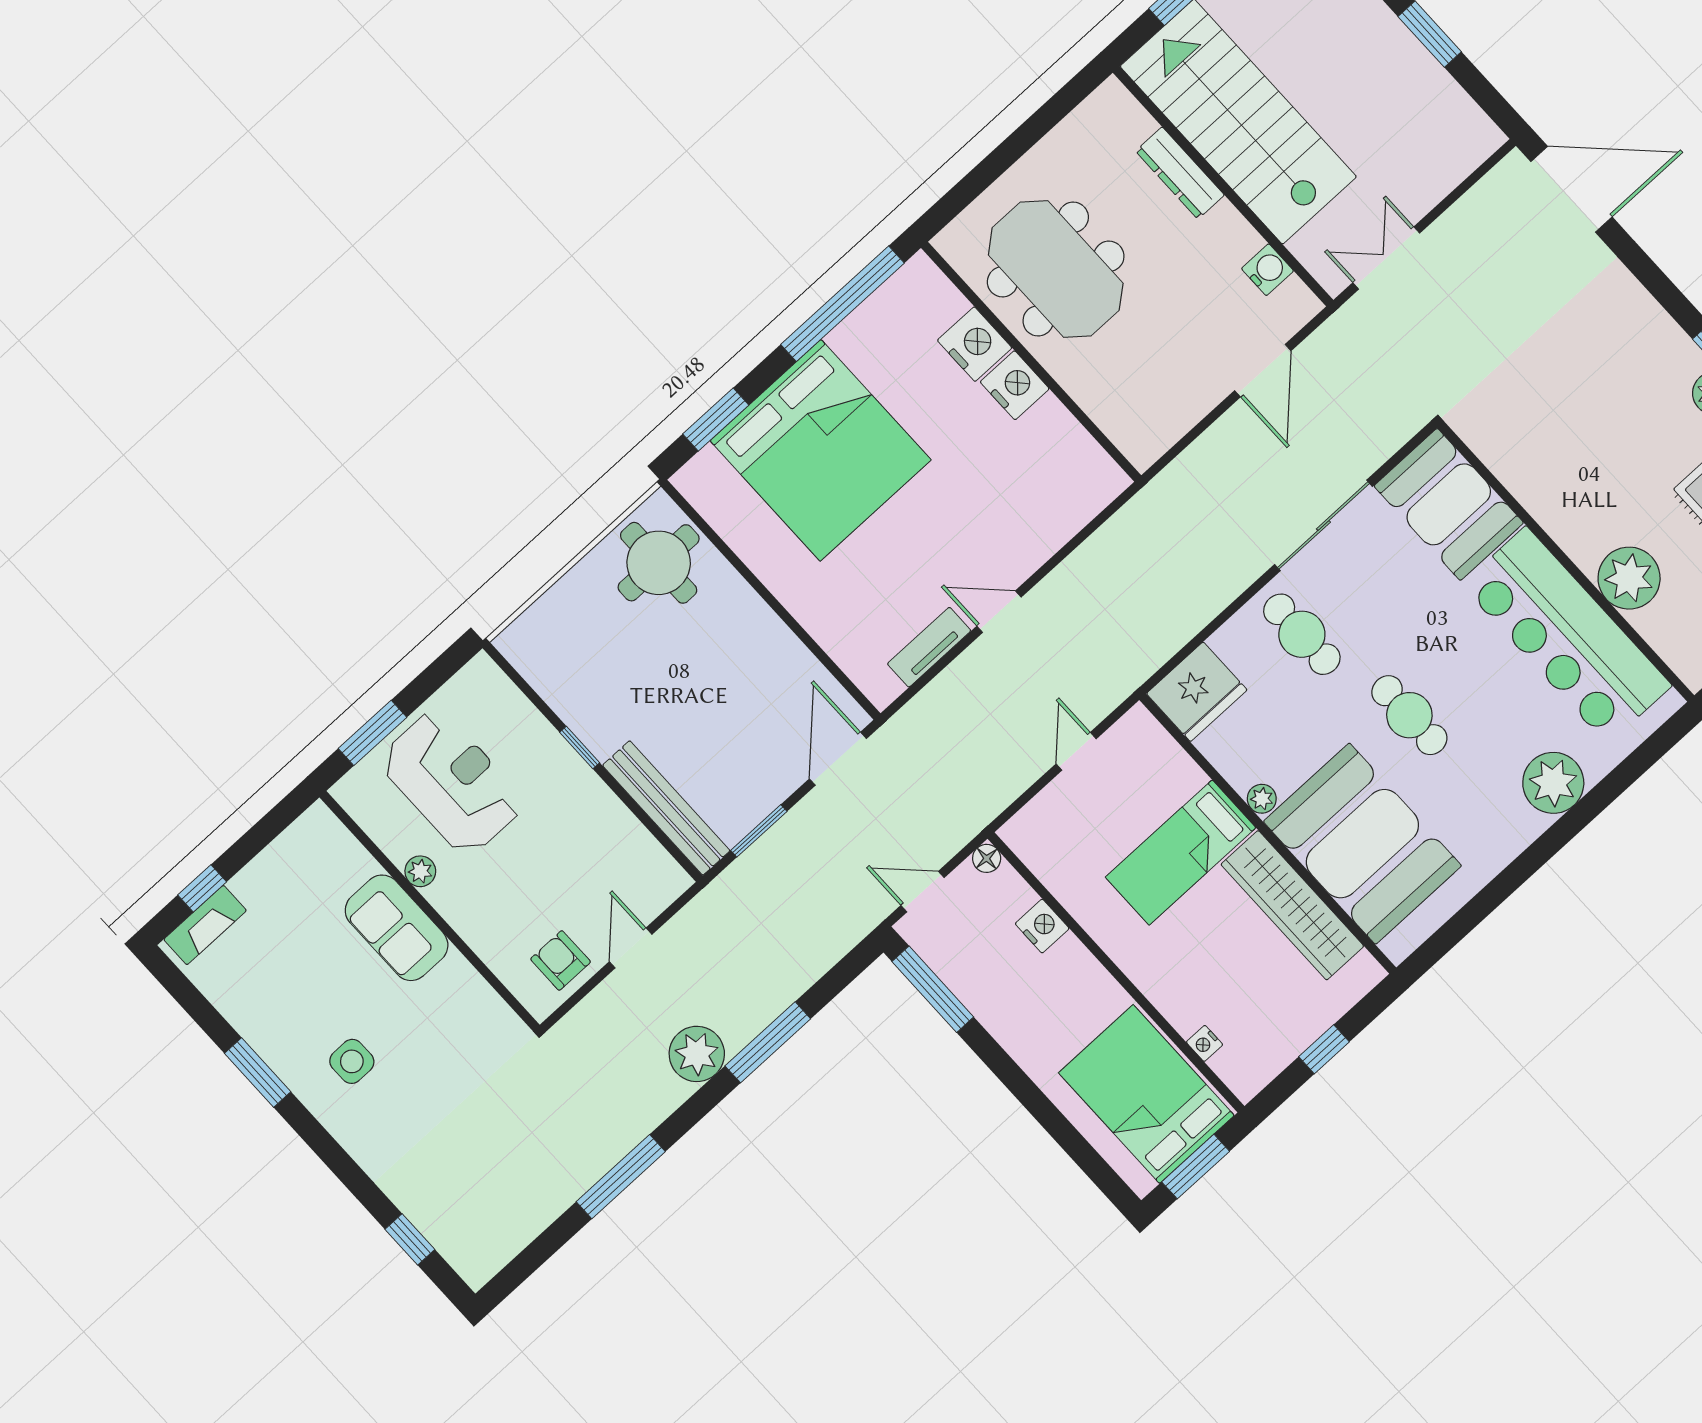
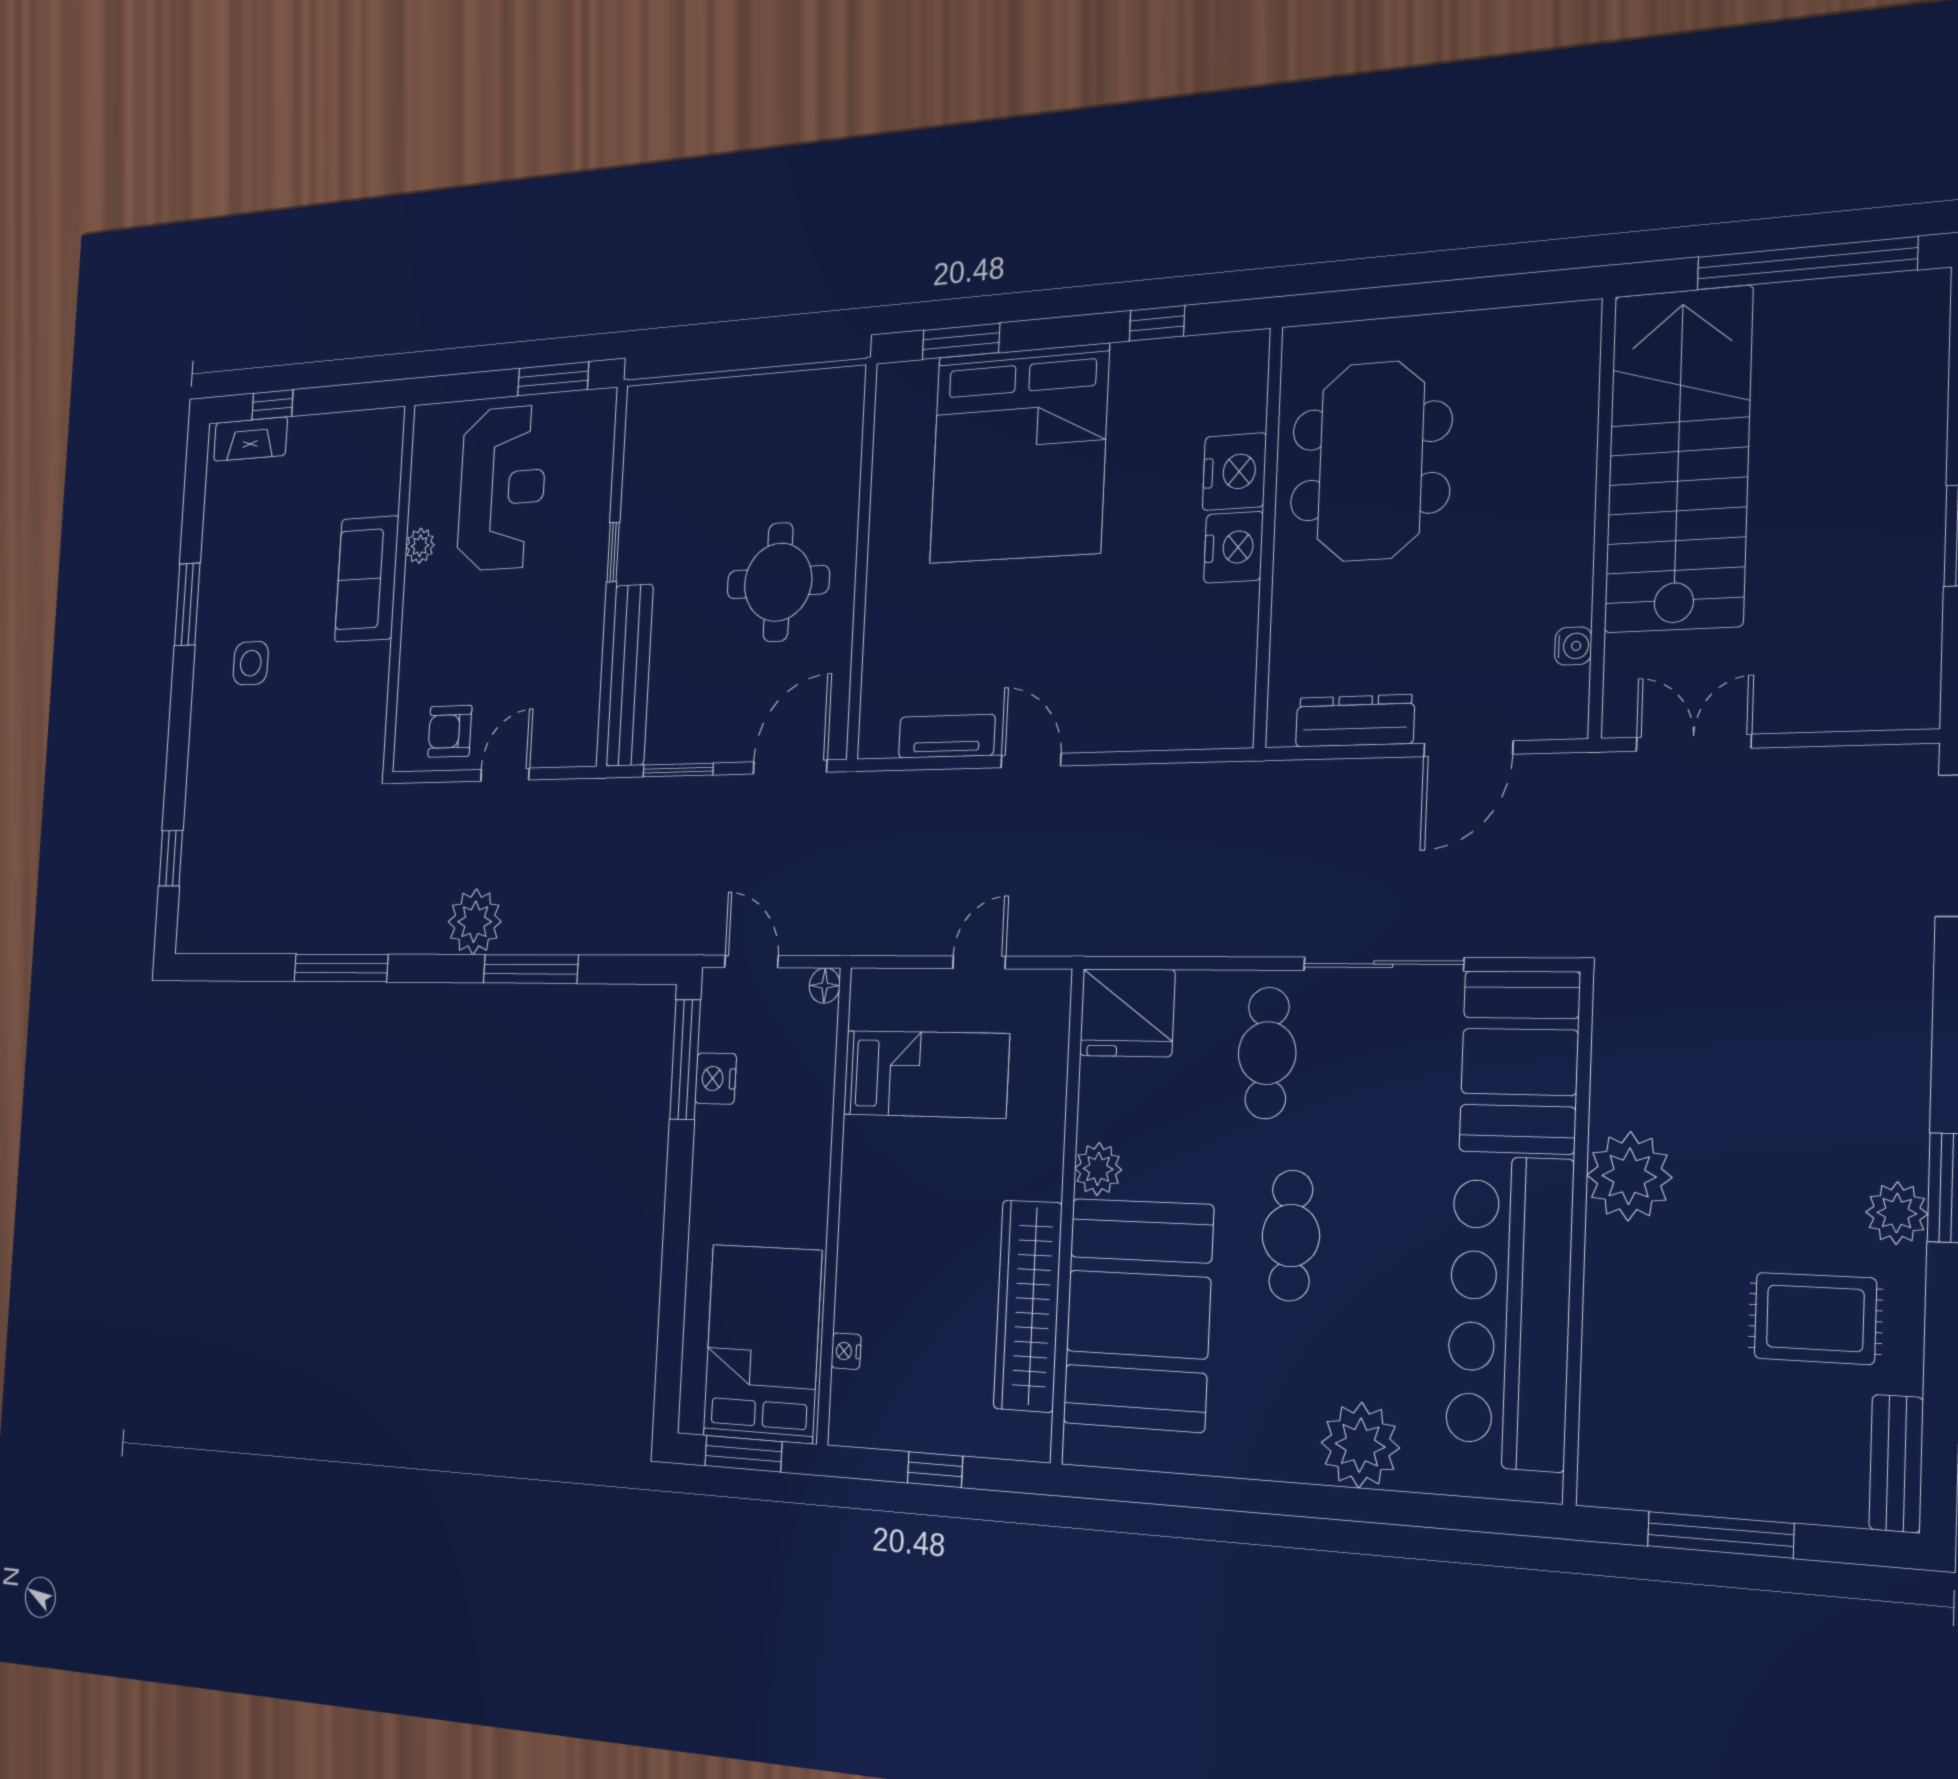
dresser: (1180, 173) -> (1355, 721), moved, turned 90
water cooler: (1268, 270) -> (1573, 646), width x0.72, depth x0.72
window: (843, 304) -> (1157, 323), width x0.32
round table: (659, 563) -> (778, 582), moved
plant: (1629, 578) -> (1629, 1176), moved
window: (372, 733) -> (553, 379), moved
plant: (1262, 799) -> (1098, 1169), width x1.38, depth x1.38
bed: (1181, 852) -> (926, 1074), moved, turned 180
nightstand: (1042, 926) -> (716, 1079), moved, turned 180
armchair: (561, 960) -> (450, 731), turned -90

